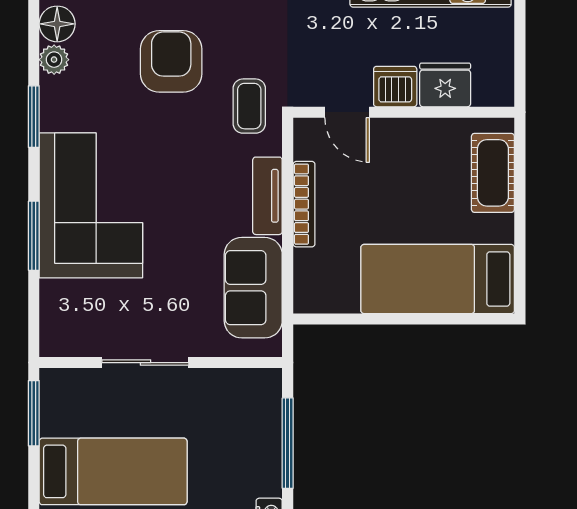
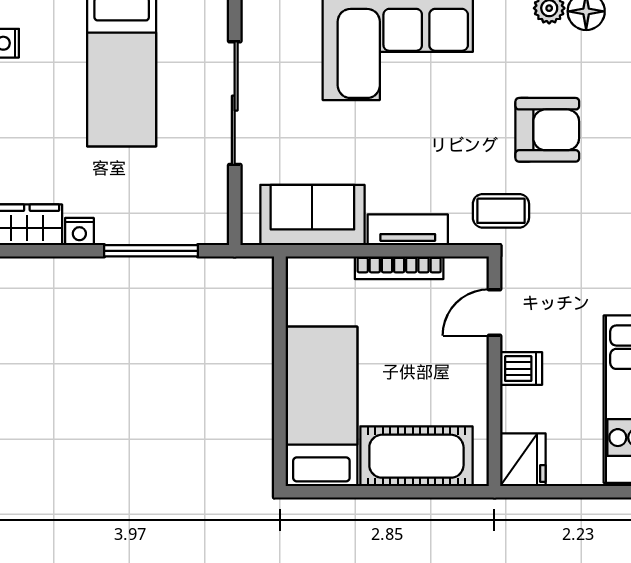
fridge: (445, 85) -> (523, 460), moved
dishwasher: (395, 87) -> (521, 369), width x0.73
cot: (493, 173) -> (416, 456), width x1.37, depth x1.34
sliding door: (145, 363) -> (235, 103), width x1.37

